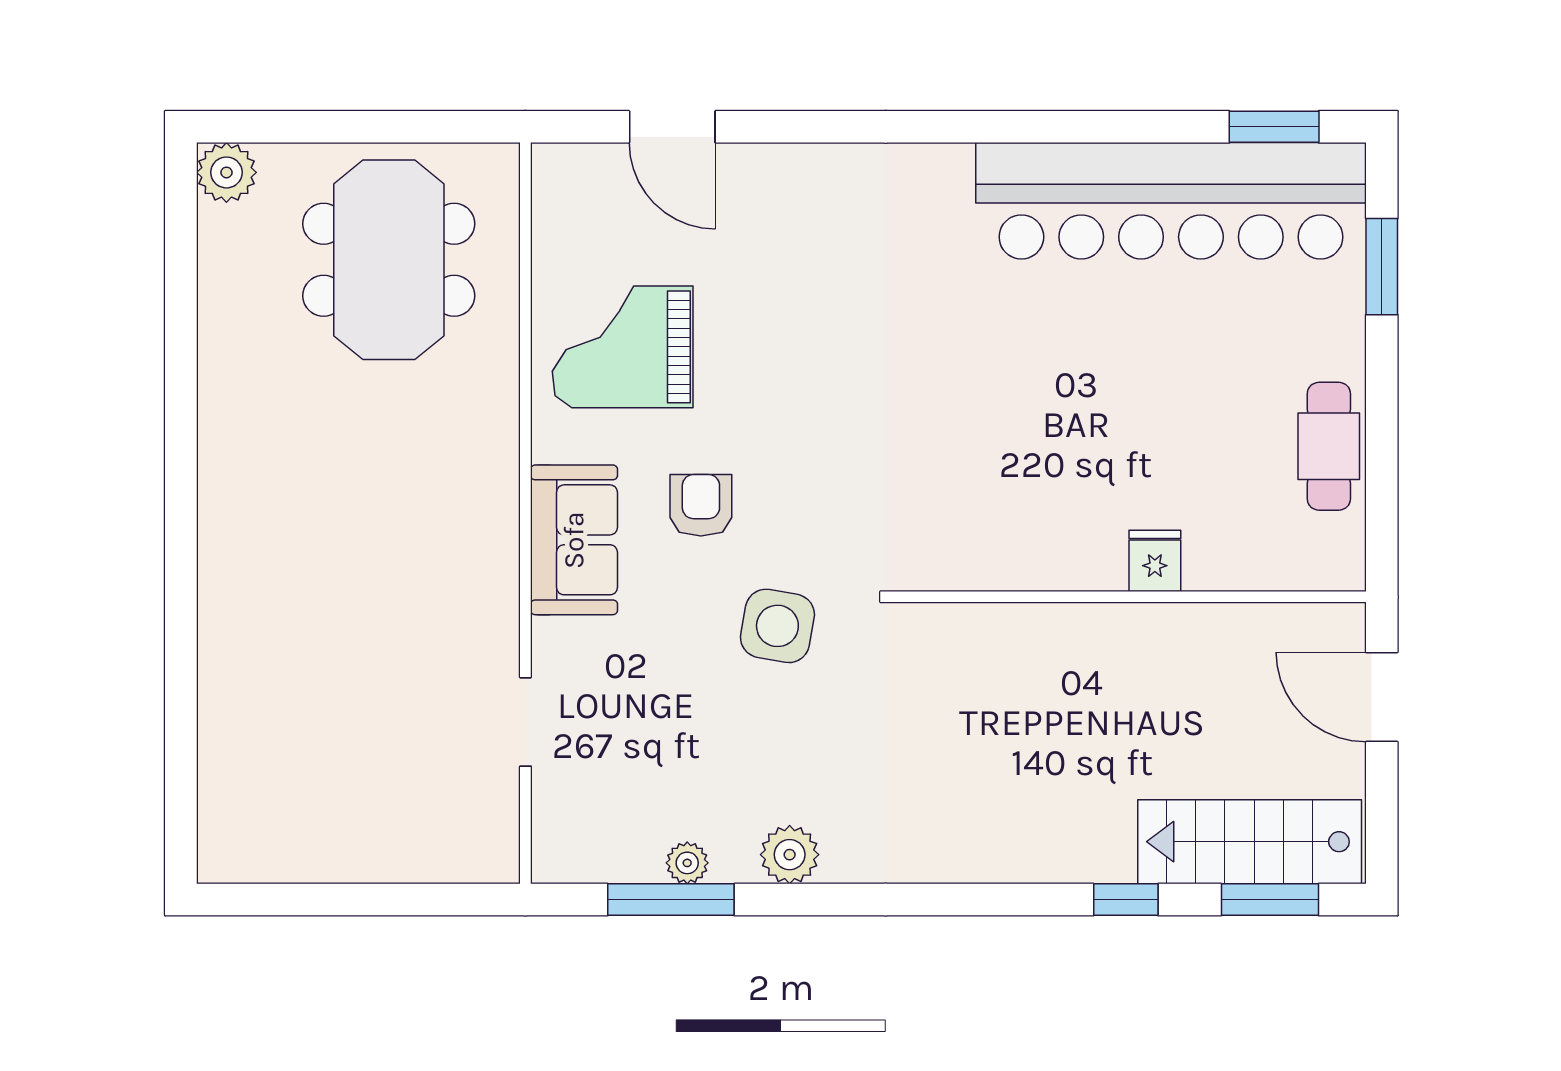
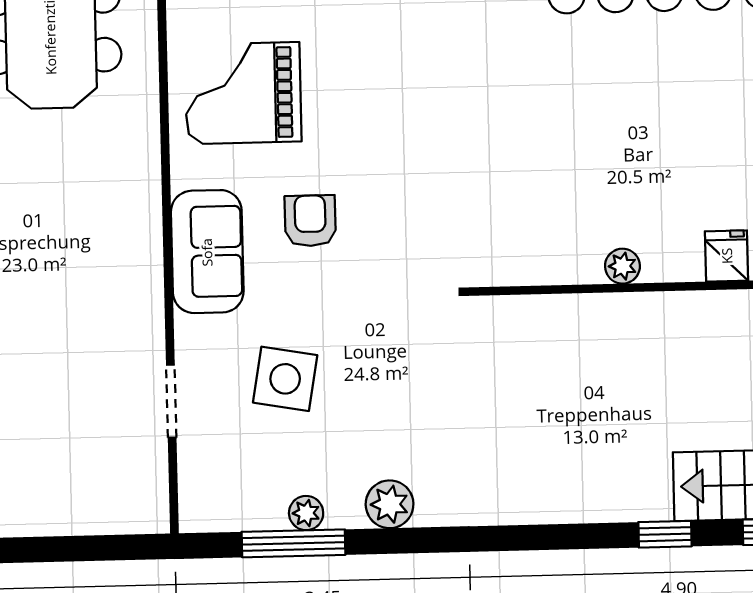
fridge: (1155, 561) -> (727, 256), moved
plant: (1082, 570) -> (622, 266), added
side table: (777, 626) -> (285, 379), moved

